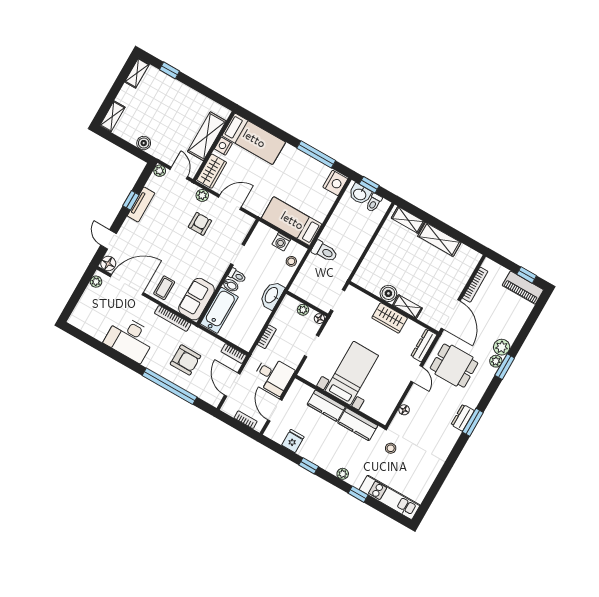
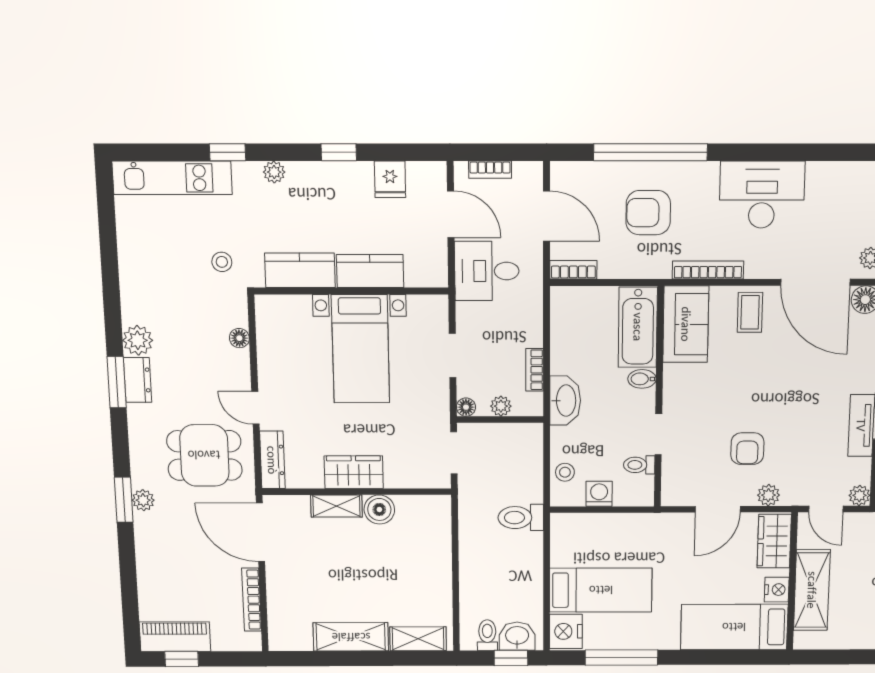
bed: (292, 221) -> (601, 590), moved
toilet: (237, 276) -> (639, 465), moved
door: (127, 285) -> (815, 282), hinge flipped
bookcase: (267, 337) -> (535, 370), moved
plant: (502, 347) -> (138, 340), moved

